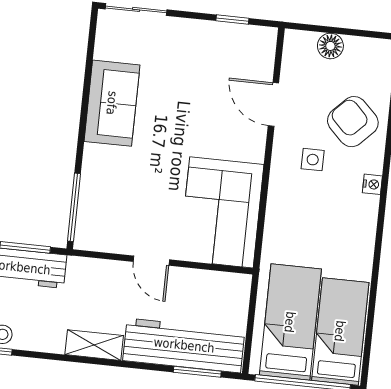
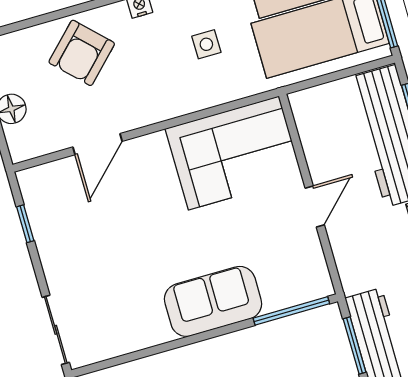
sofa: (112, 103) -> (213, 301), moved
side table: (313, 160) -> (206, 44), moved

